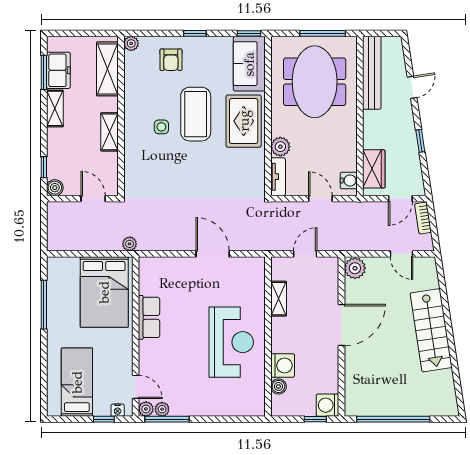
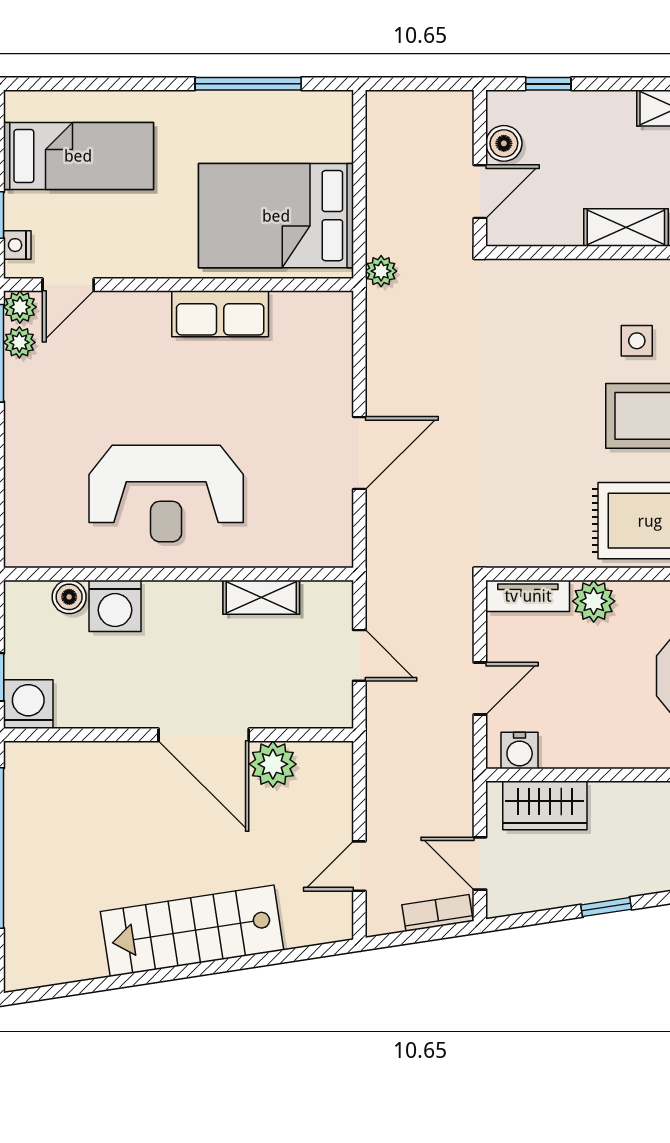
boiler: (55, 188) -> (504, 143), moved
plant: (355, 268) -> (273, 764), moved

